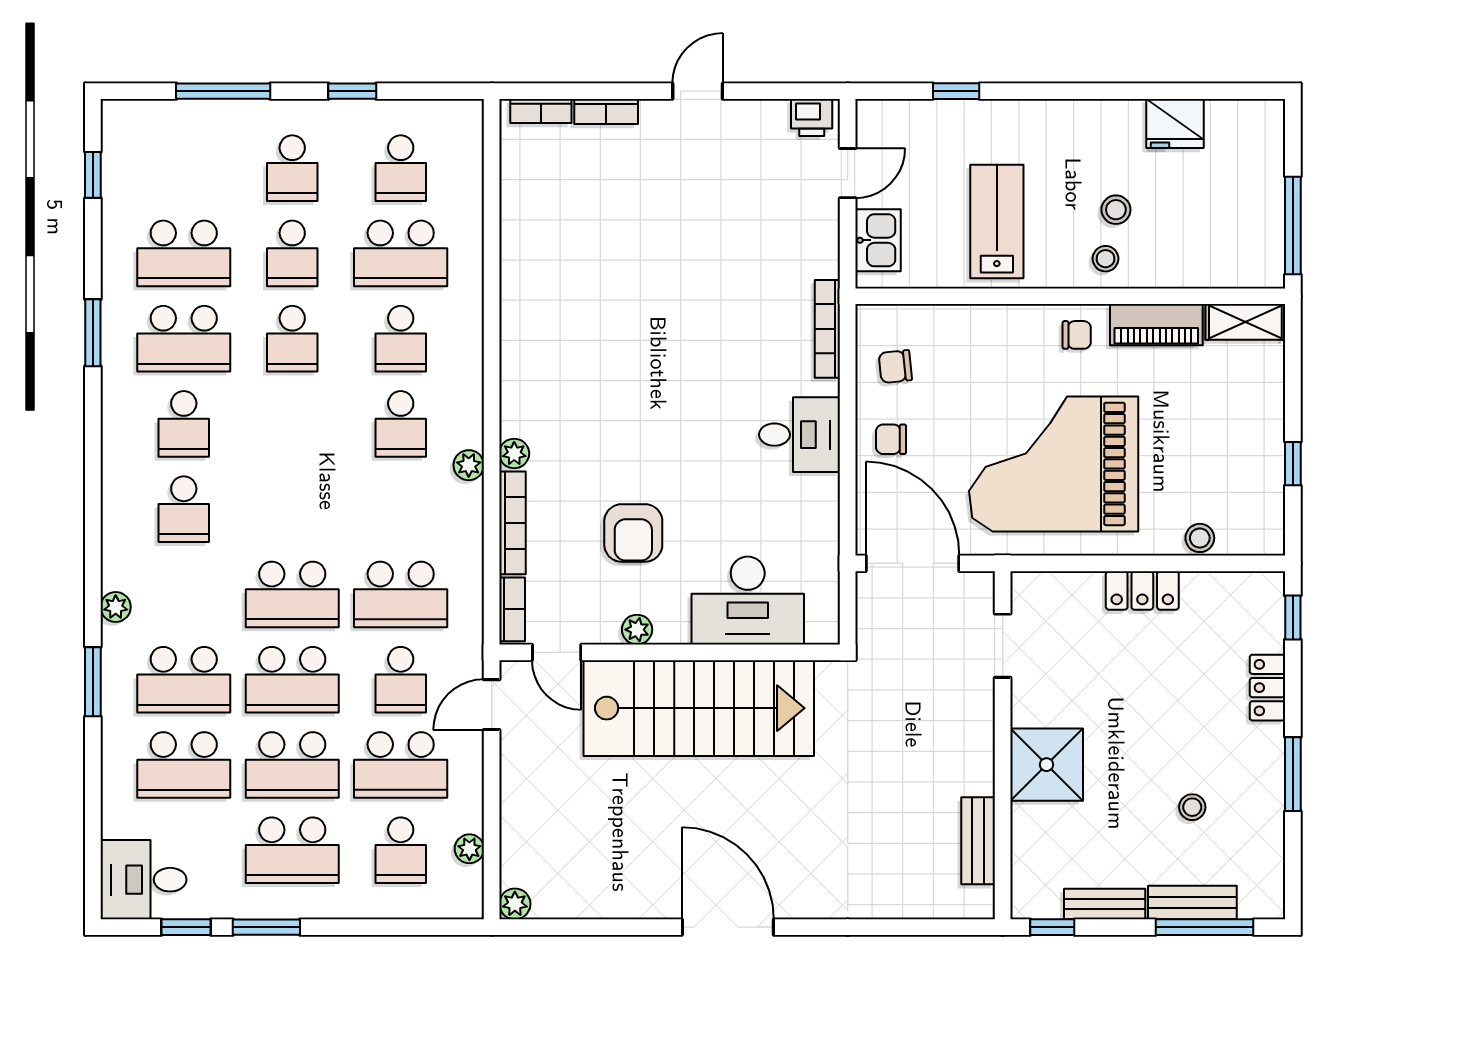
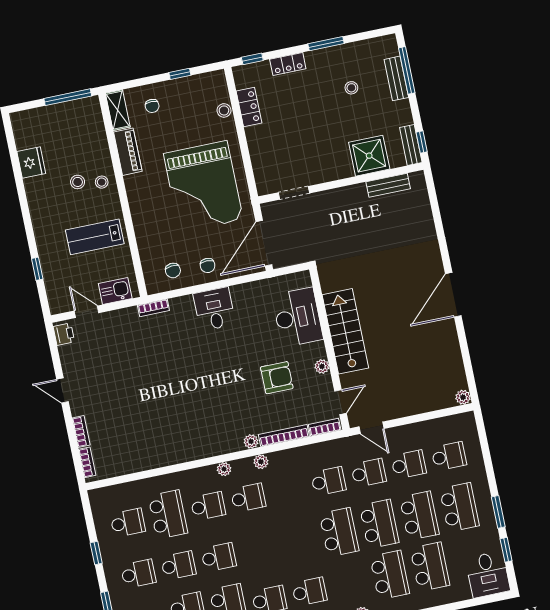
bookcase: (827, 329) -> (153, 308), width x0.64
chair: (1077, 335) -> (152, 106), moved, turned 180
locker: (1142, 590) -> (249, 107), moved
school desk: (401, 594) -> (328, 481), width x0.54
stairs: (699, 708) -> (345, 331), width x0.73, depth x0.66
school desk: (401, 765) -> (409, 465), width x0.54
shower: (1047, 765) -> (369, 156), moved
plant: (469, 849) -> (224, 469), moved
bench: (1105, 904) -> (411, 145), moved

